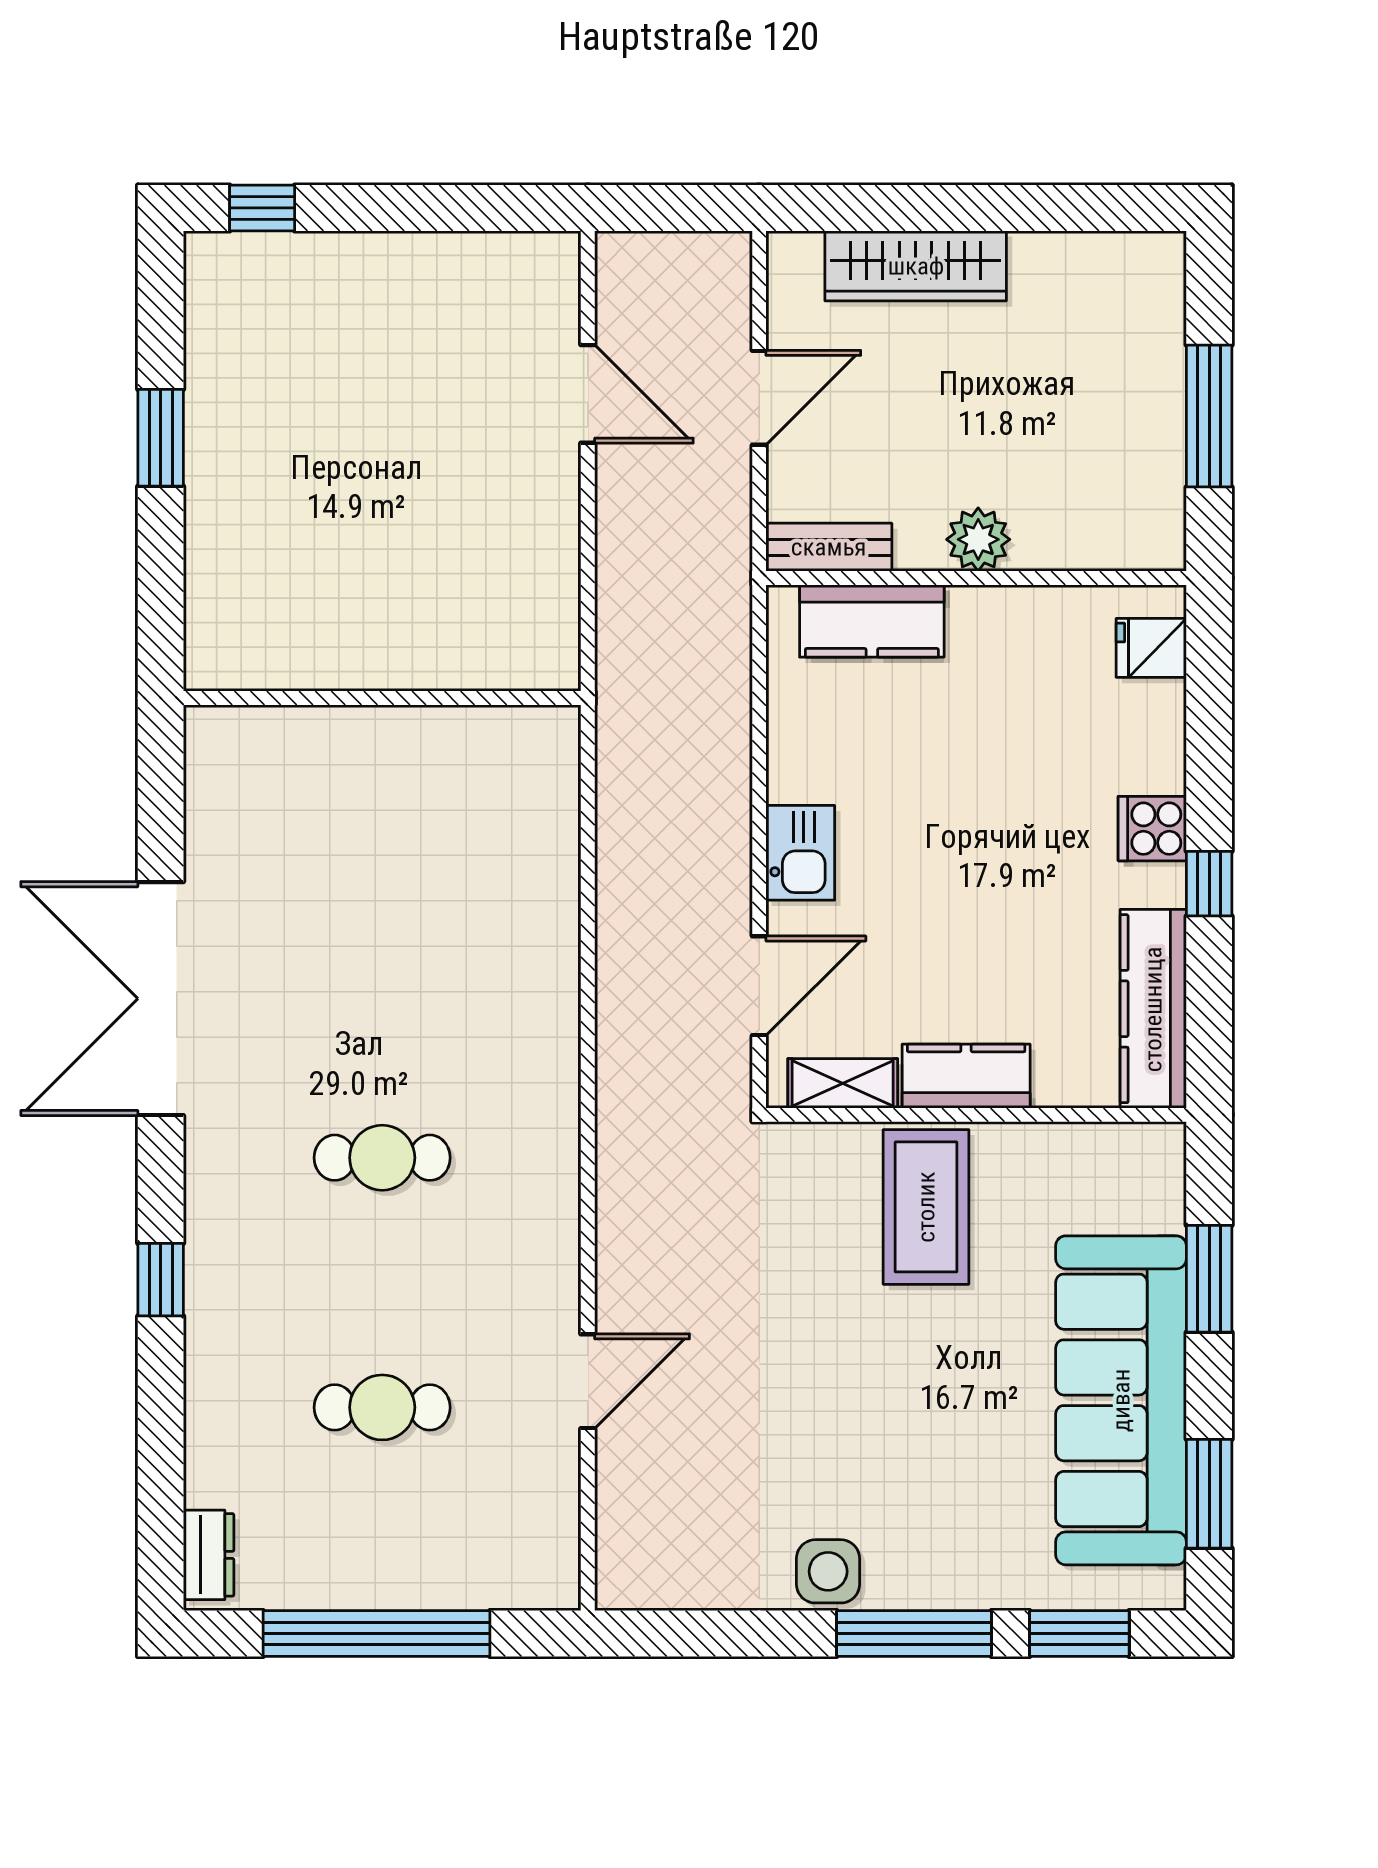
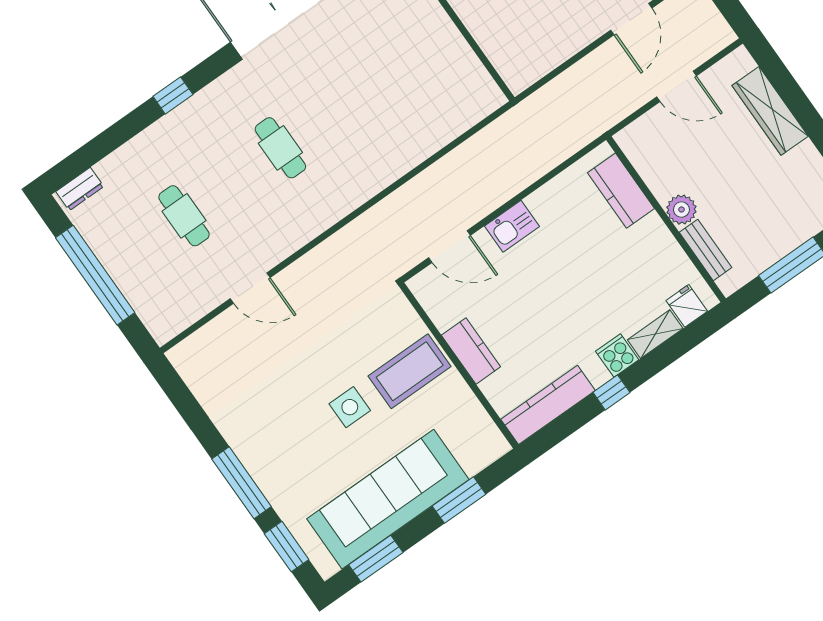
bench: (829, 547) -> (706, 250), moved
shelving: (843, 1083) -> (655, 334), moved, turned 90
side table: (828, 1571) -> (350, 407), moved

